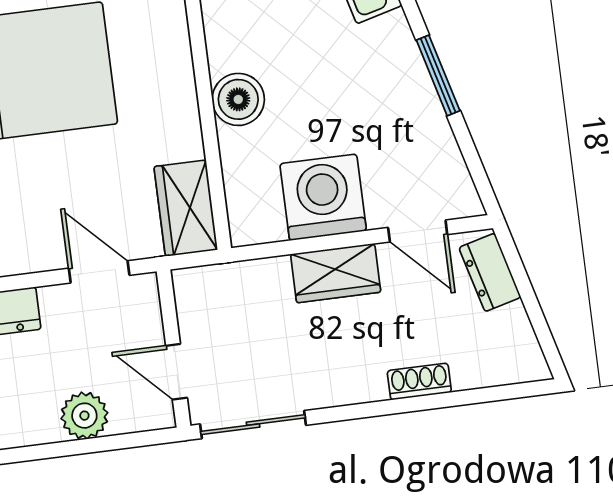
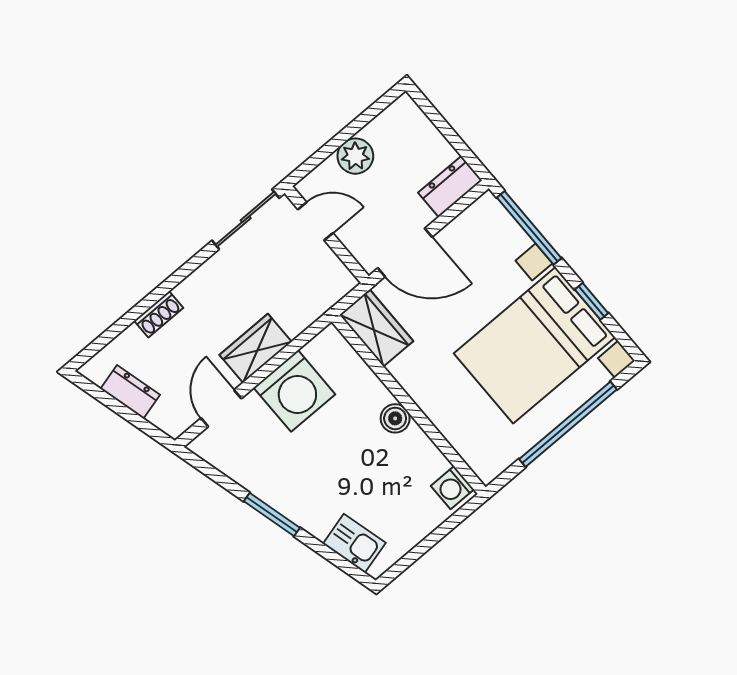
boiler: (238, 99) -> (395, 418), width x0.73, depth x0.73
door: (418, 231) -> (221, 408), hinge flipped
door: (99, 272) -> (405, 252), width x1.38
dresser: (490, 272) -> (130, 392), moved

